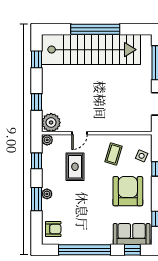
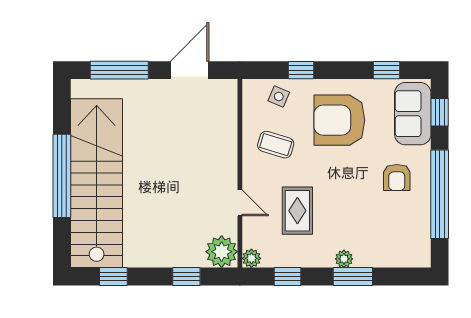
rug: (75, 167) -> (297, 211), turned 90
armchair: (53, 229) -> (397, 177), moved, turned 180

